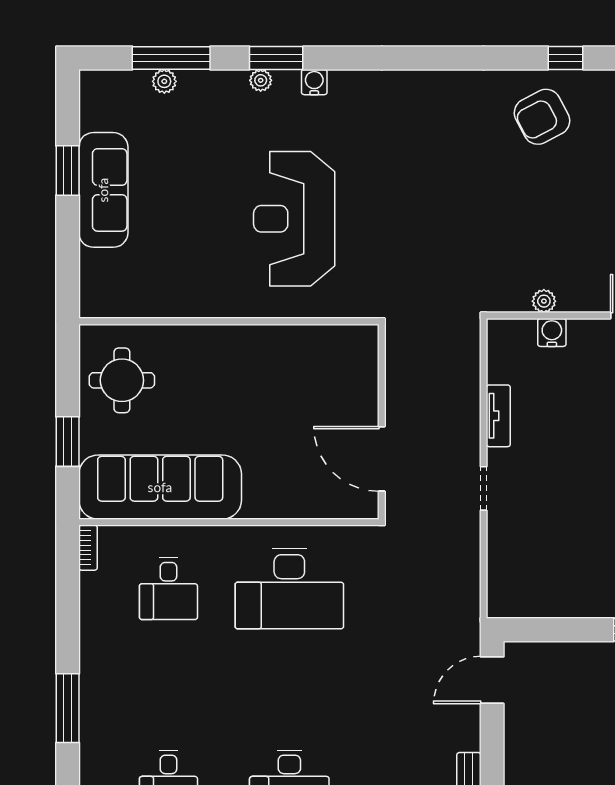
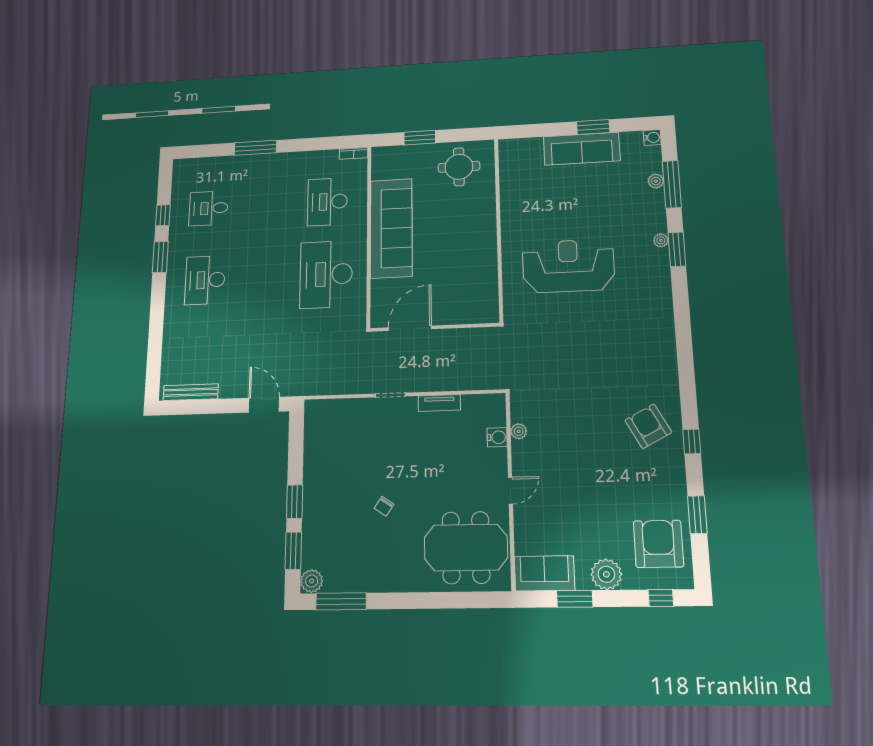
water cooler: (314, 82) -> (652, 137), moved
sofa: (160, 487) -> (391, 228), moved
desk: (168, 589) -> (327, 202), width x1.37

